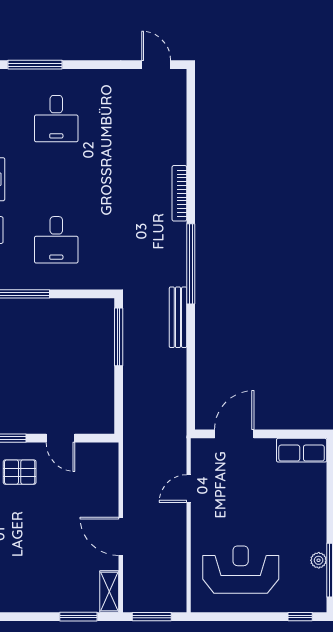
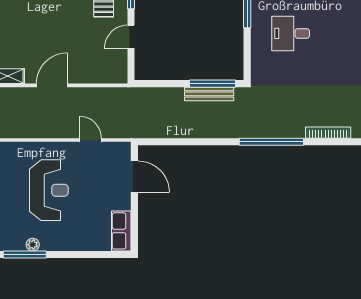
bench: (178, 317) -> (209, 94), moved
reception desk: (241, 570) -> (49, 190), moved

